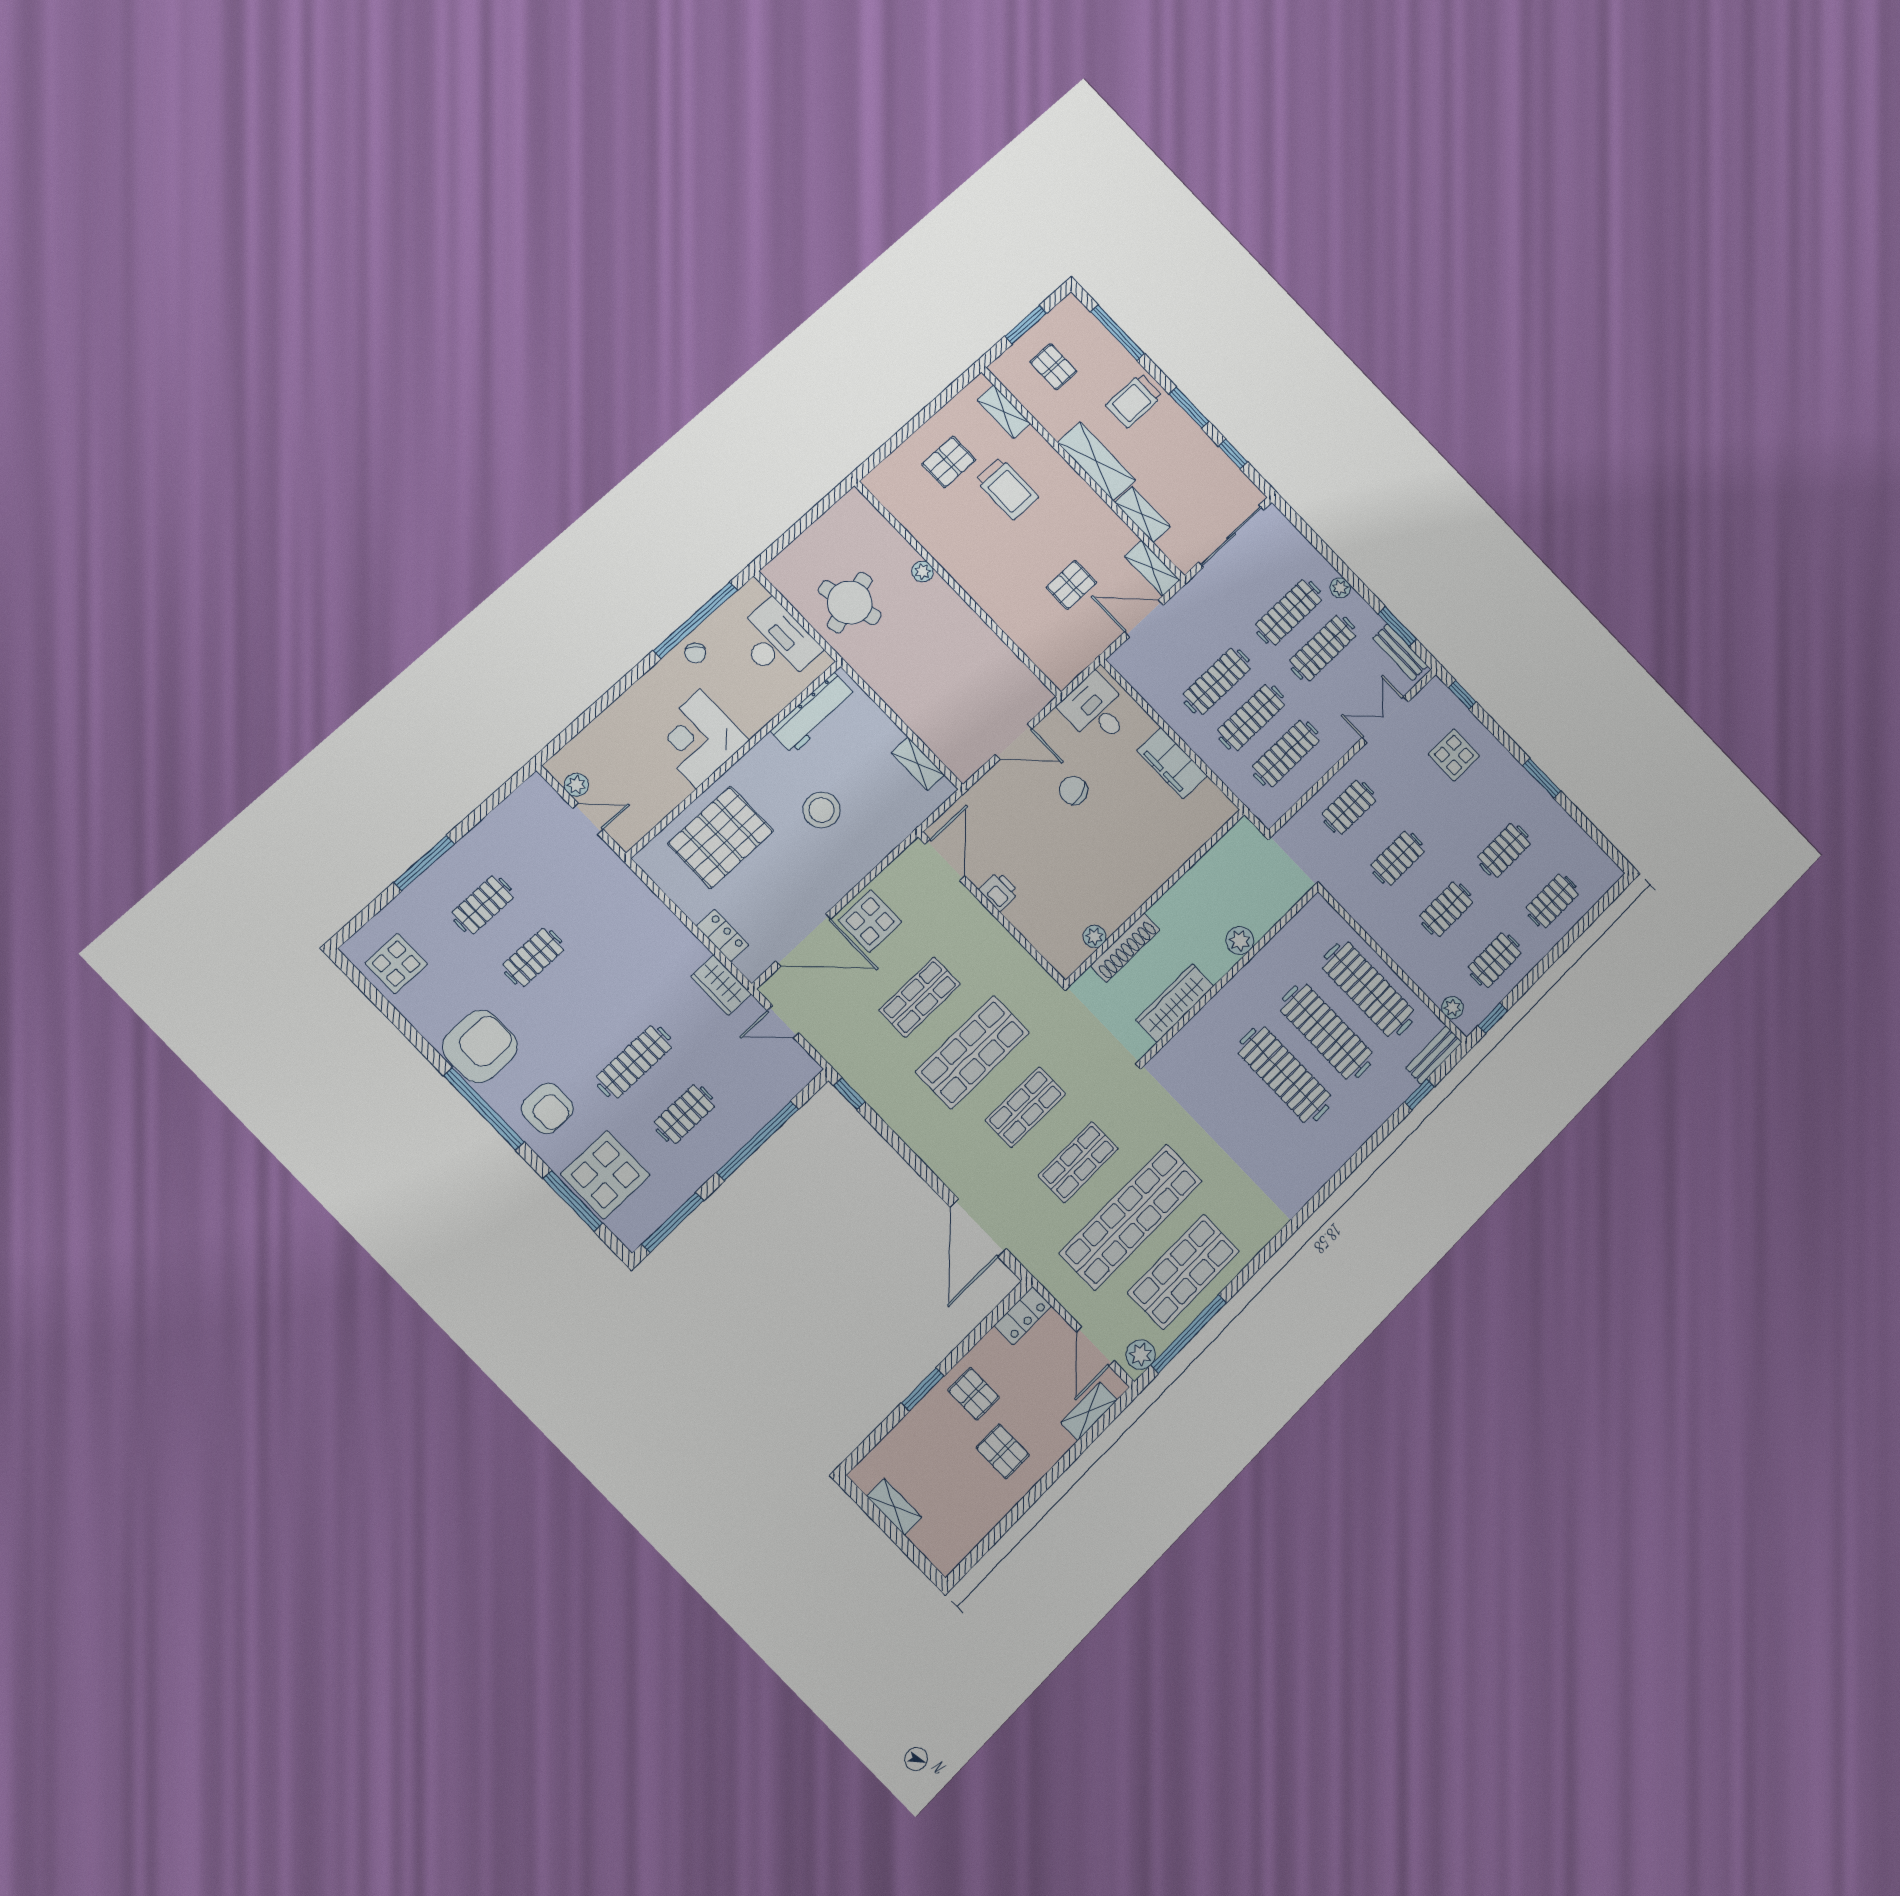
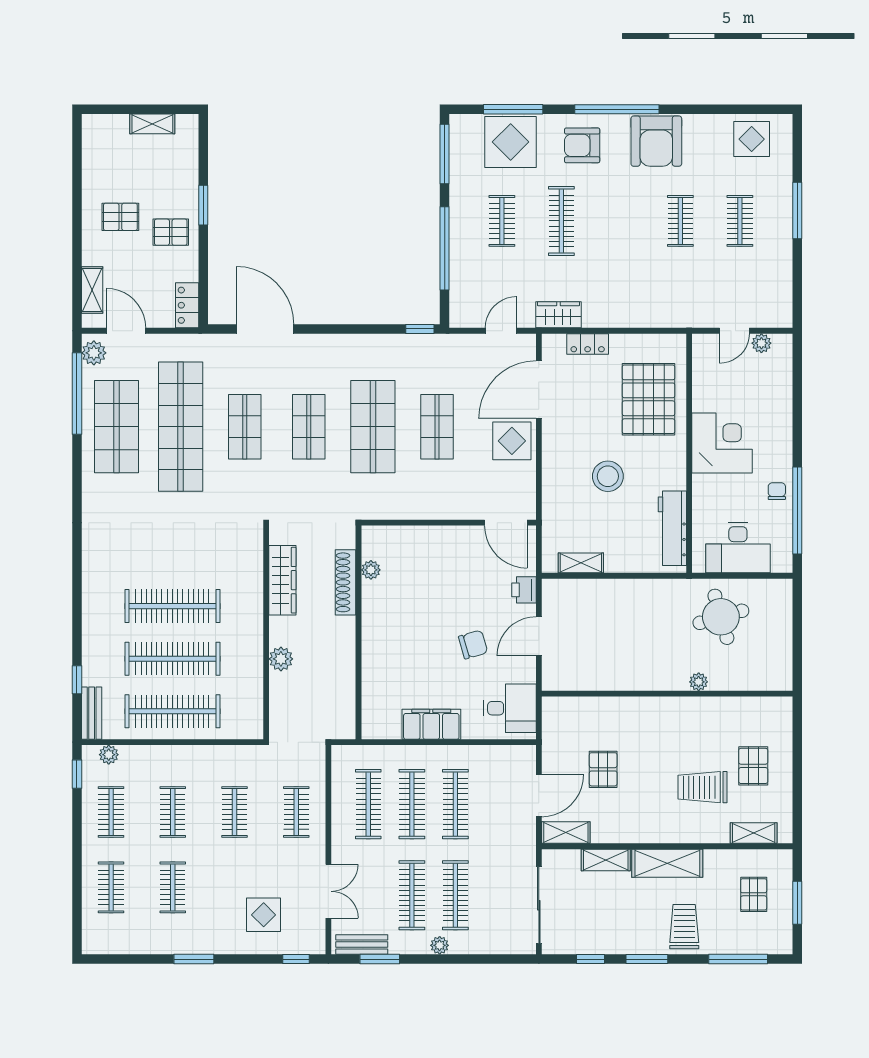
pallet: (1053, 367) -> (754, 894), turned 90
chair: (695, 653) -> (777, 491), turned 48
printer: (999, 891) -> (524, 590), moved, turned 90

